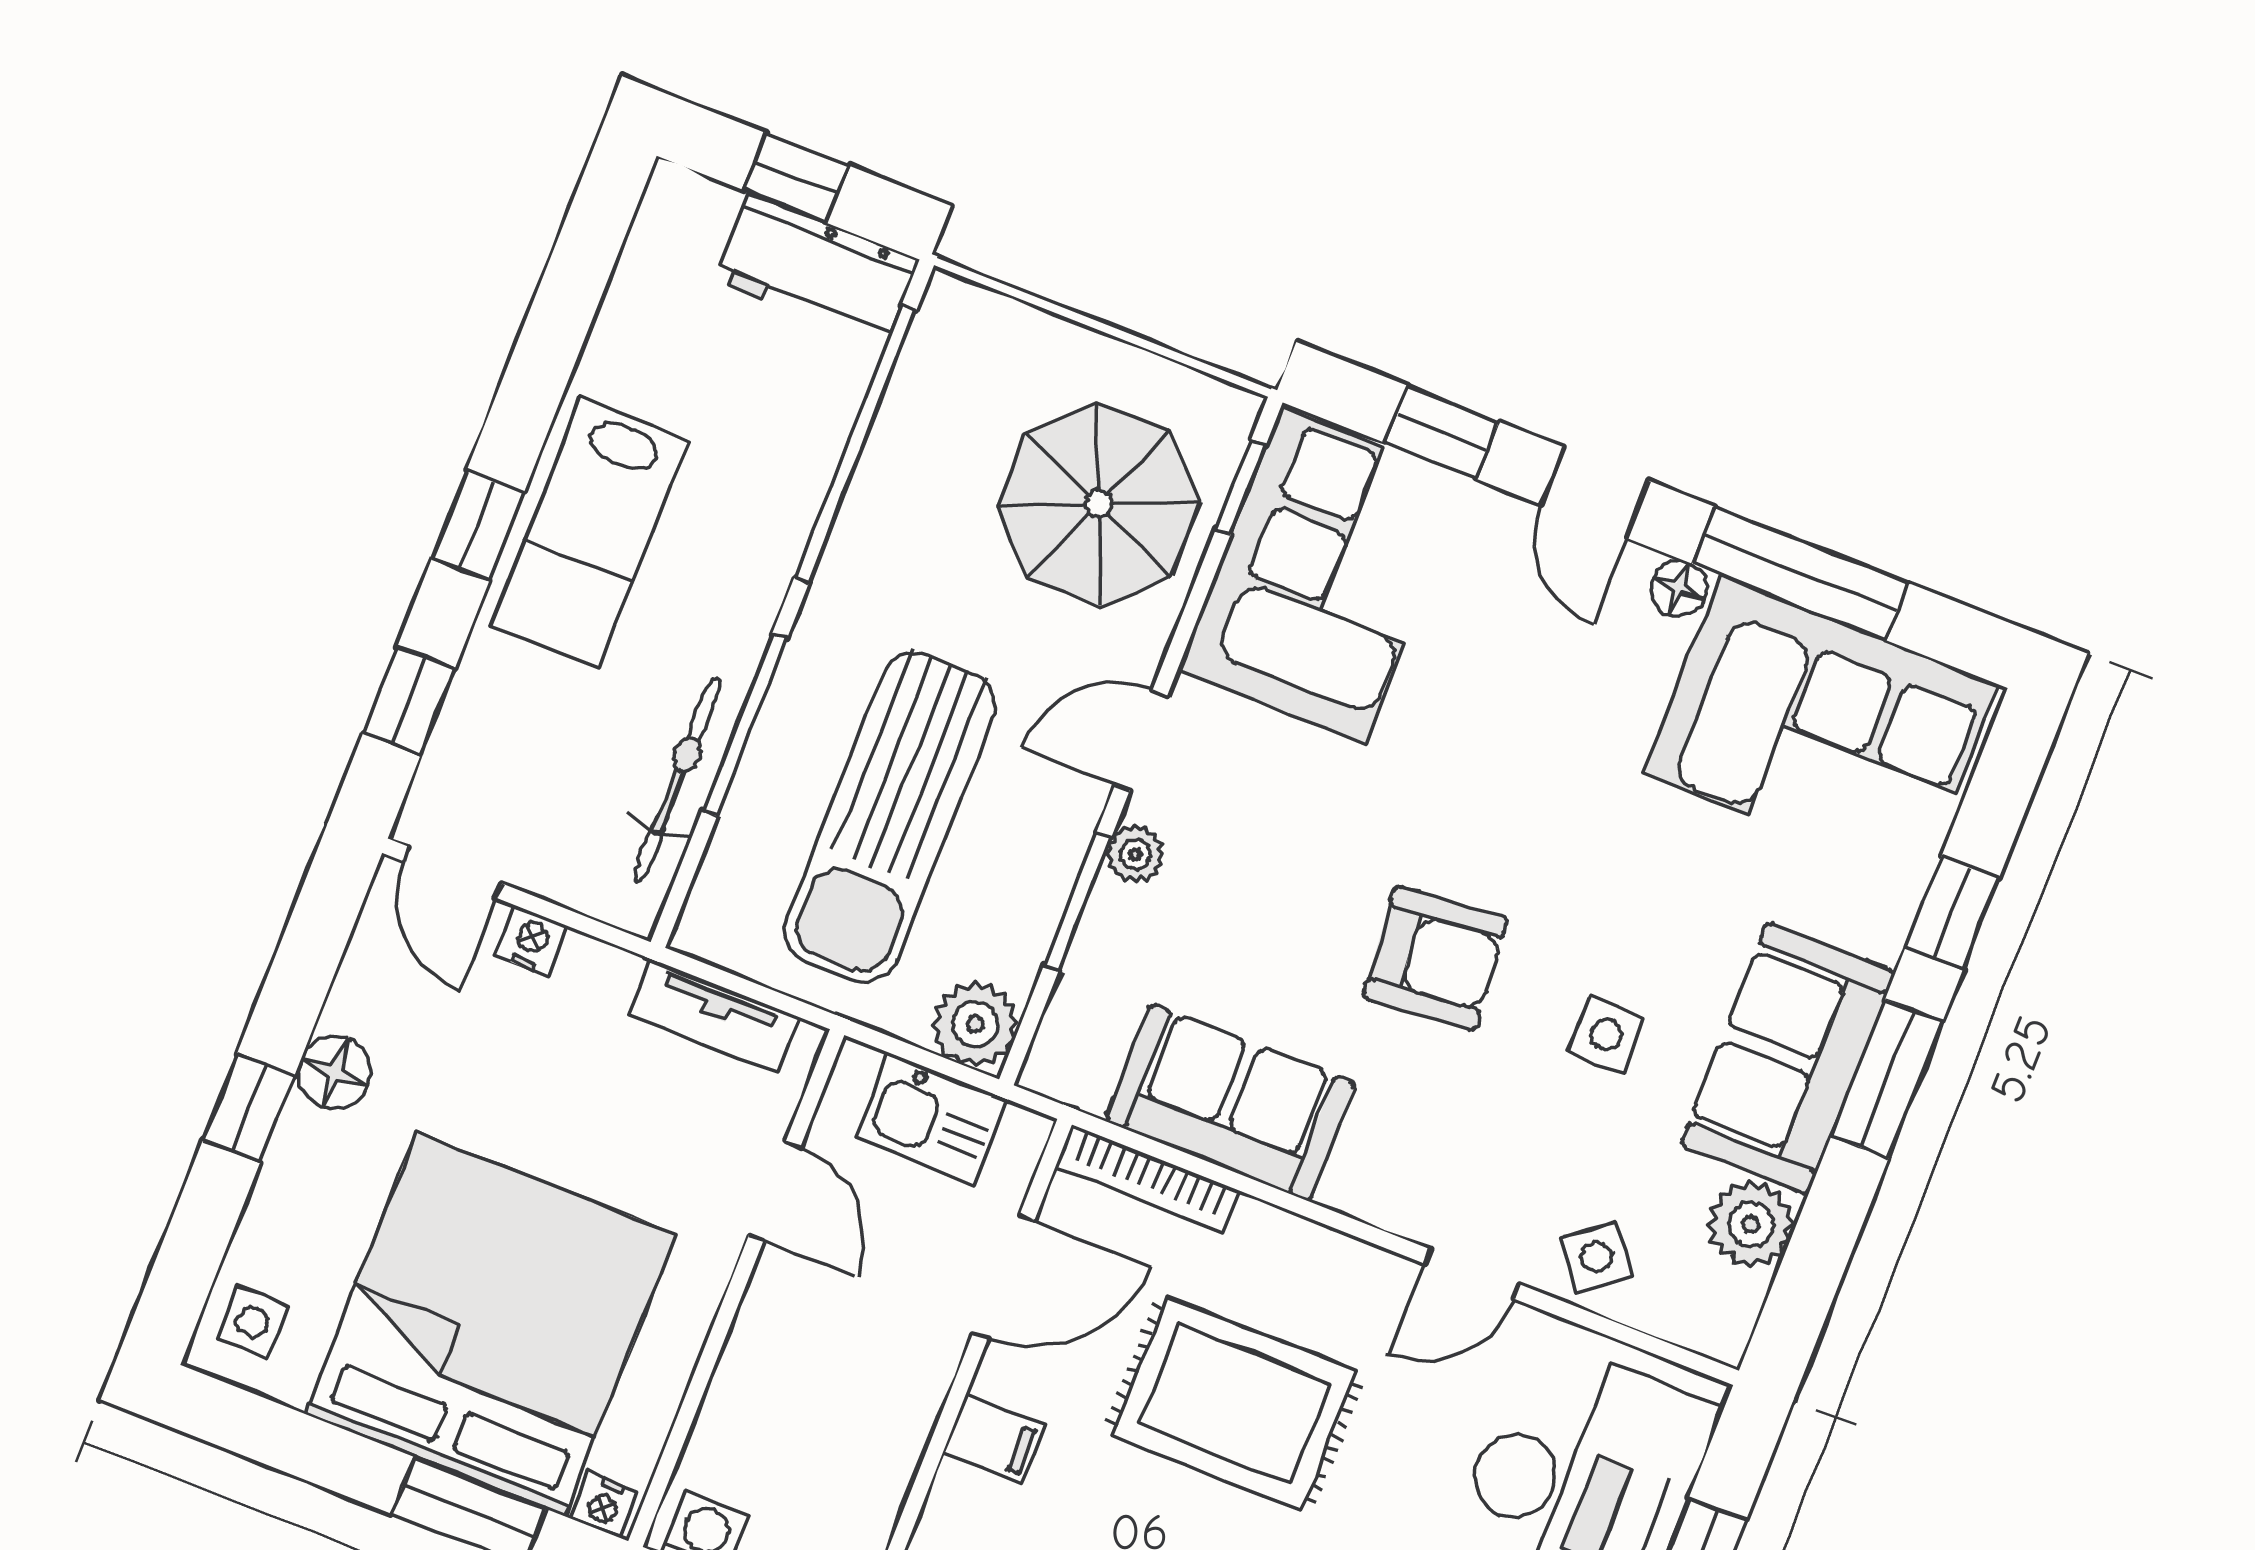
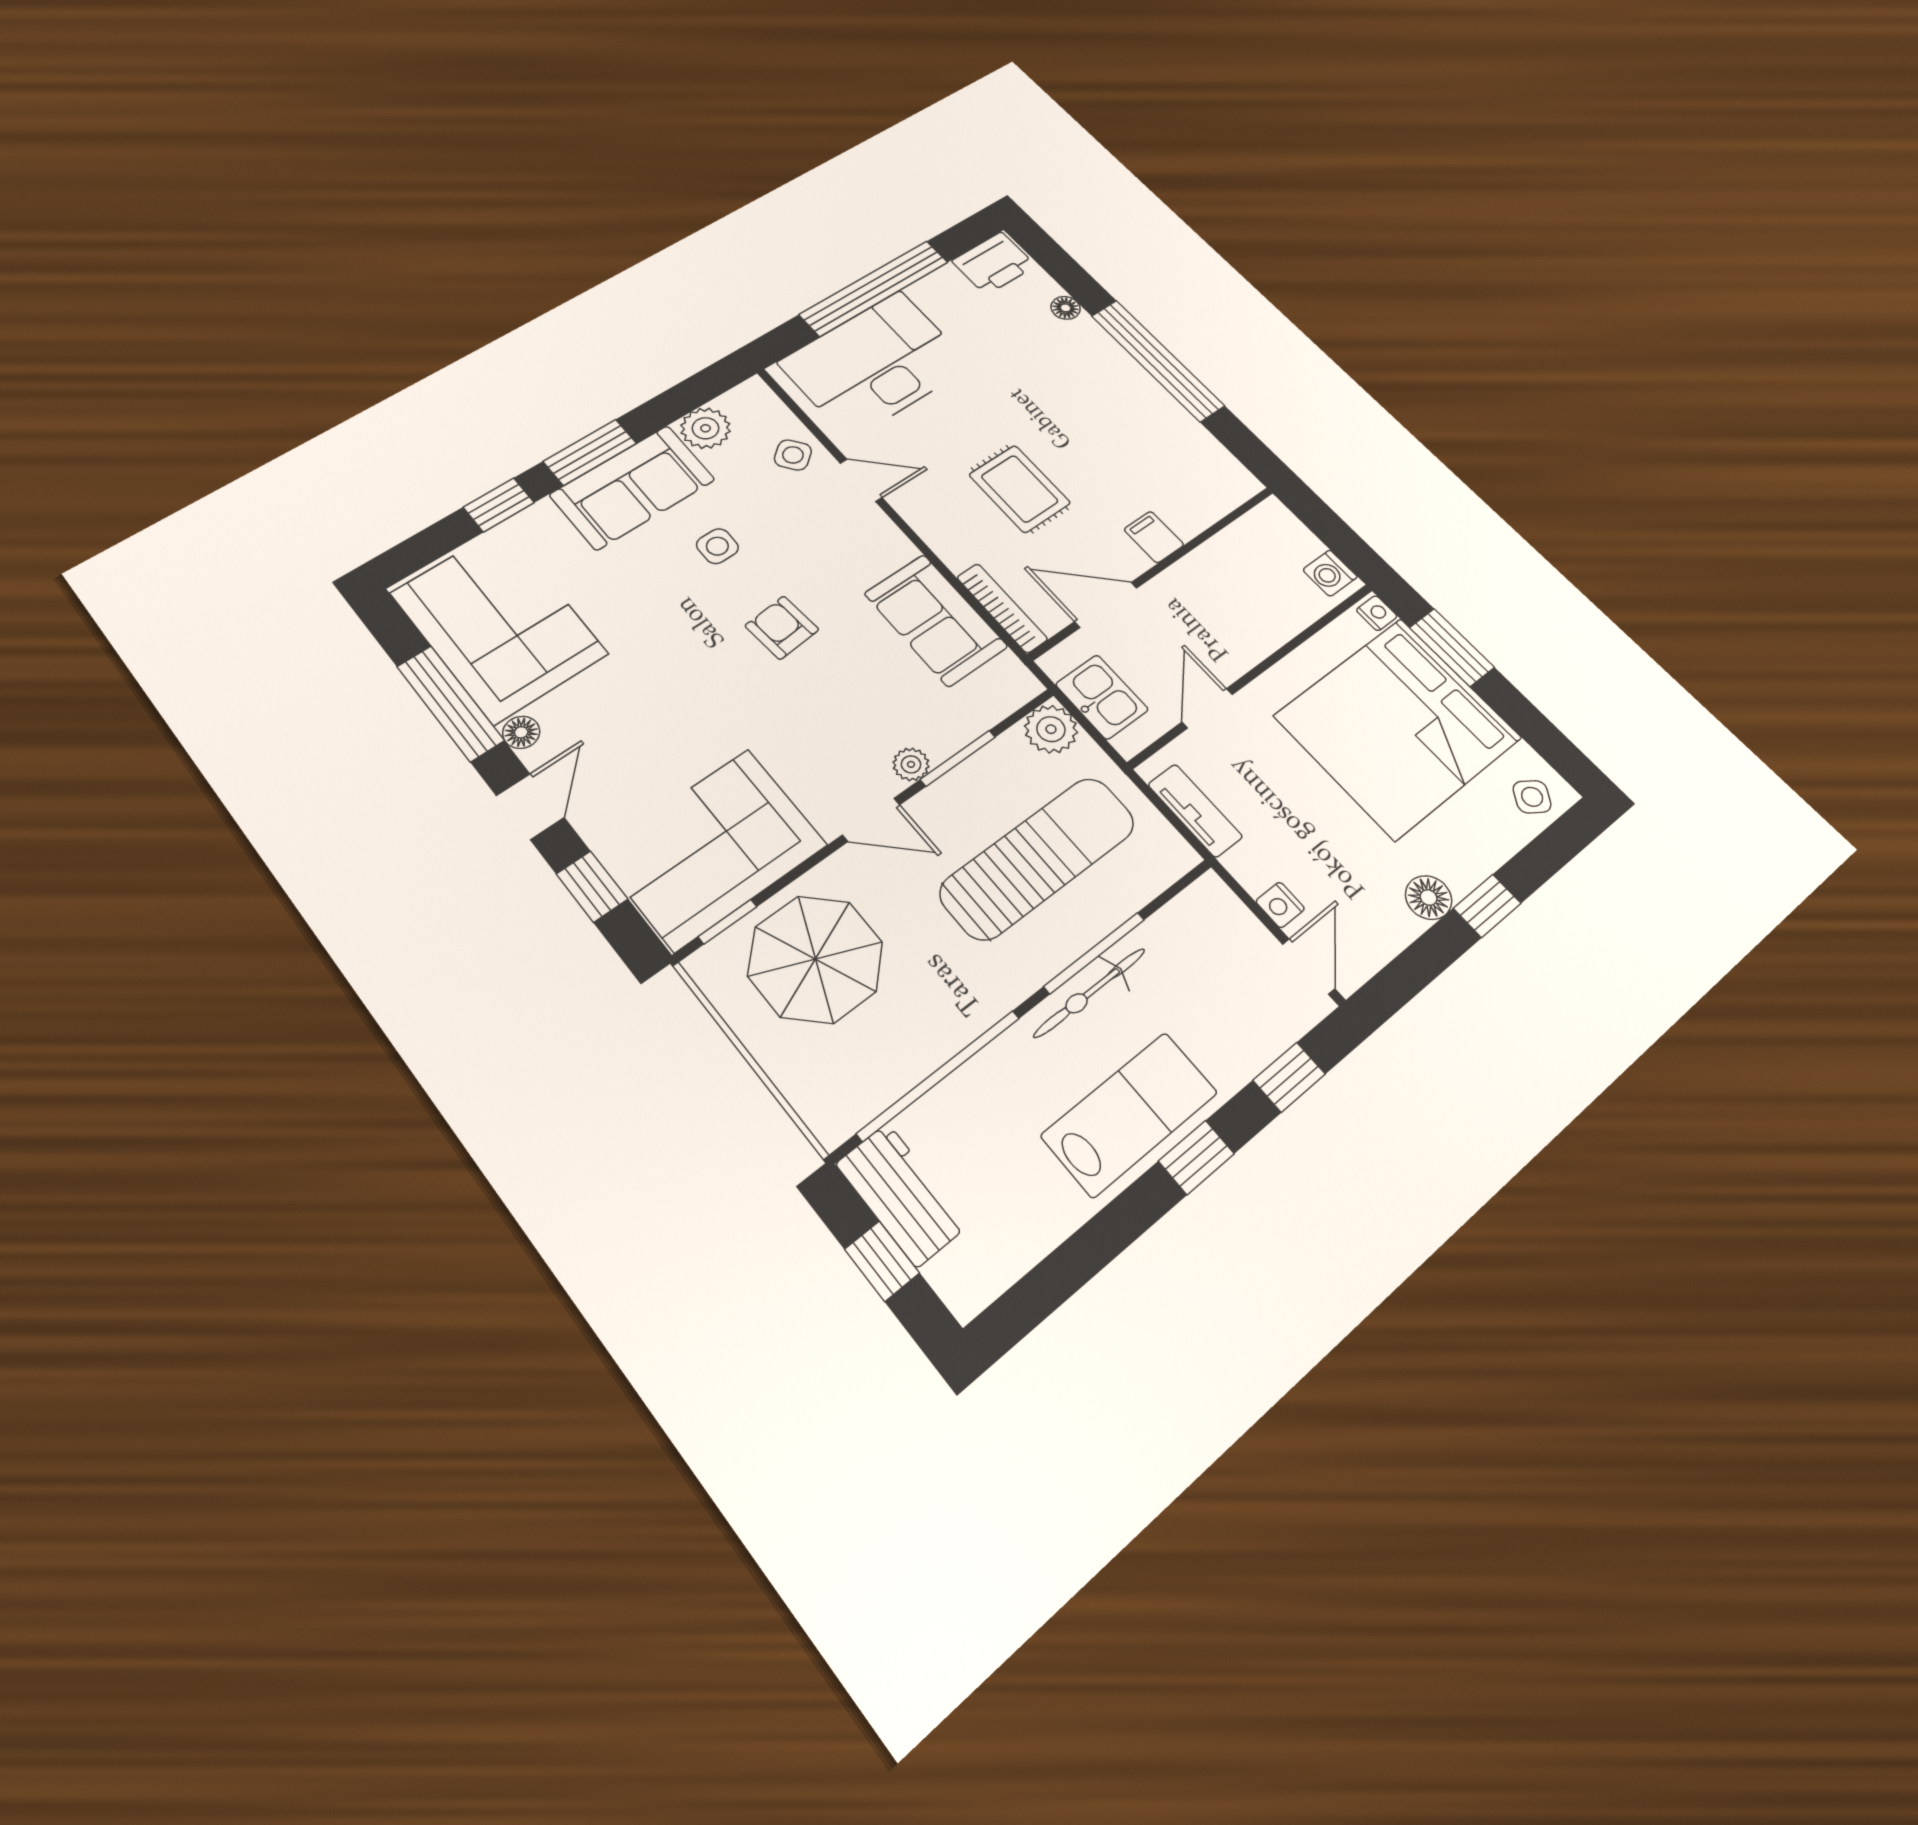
bicycle: (677, 779) -> (1090, 993), moved
armchair: (1435, 958) -> (782, 628), width x0.72, depth x0.72
side table: (253, 1322) -> (1532, 797), turned 34
rug: (1234, 1404) -> (1020, 489), width x0.73, depth x0.70

